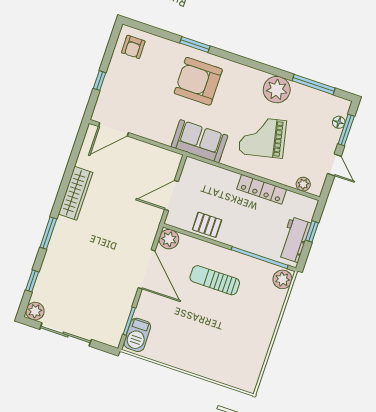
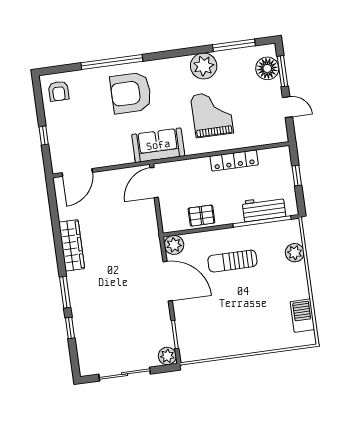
window: (195, 45) -> (112, 62), width x2.11
floor lamp: (339, 122) -> (267, 68), width x1.89, depth x1.89
grand piano: (263, 137) -> (212, 114), turned 102
plant: (303, 184) -> (268, 138), removed
door: (171, 195) -> (154, 183), moved
workbench: (294, 240) -> (264, 209), moved, turned 90
plant: (282, 279) -> (295, 253), moved
window: (32, 281) -> (70, 328), moved
plant: (35, 311) -> (167, 356), moved
barbecue: (137, 335) -> (302, 316), moved, turned 180

